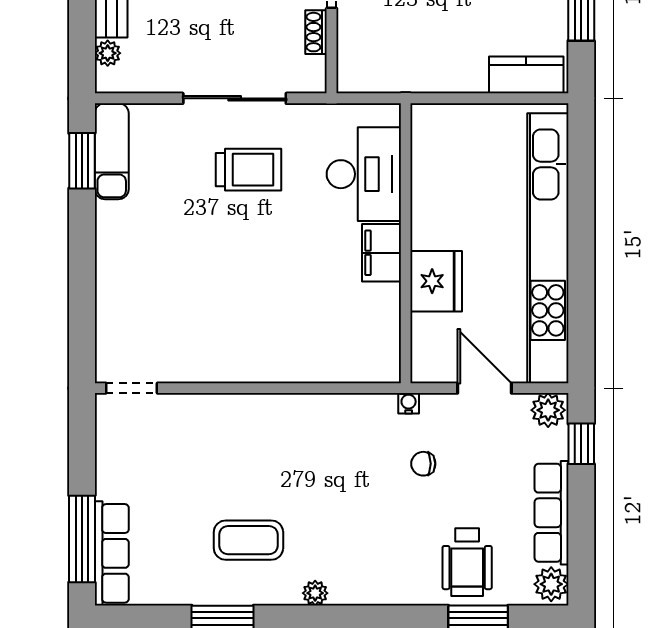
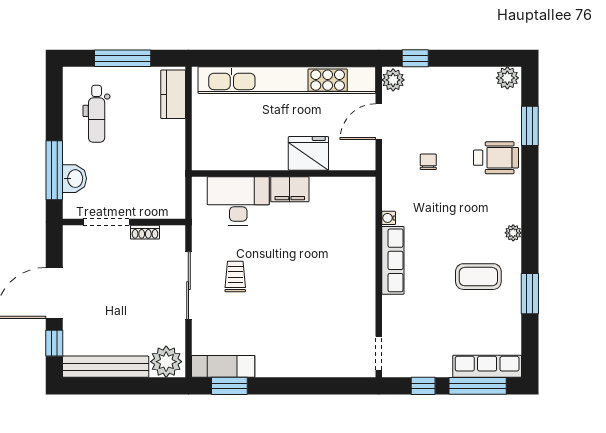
plant: (108, 53) -> (166, 362), width x1.88, depth x1.88
trolley: (248, 170) -> (235, 277), width x0.73, depth x0.72
water cooler: (409, 403) -> (389, 218), moved
window: (82, 456) -> (423, 386), added
chair: (423, 464) -> (428, 162), turned 180
row of seats: (551, 513) -> (393, 260), moved, turned -90
coffee table: (248, 540) -> (478, 277), turned 90
wheelchair: (467, 562) -> (496, 158), moved

